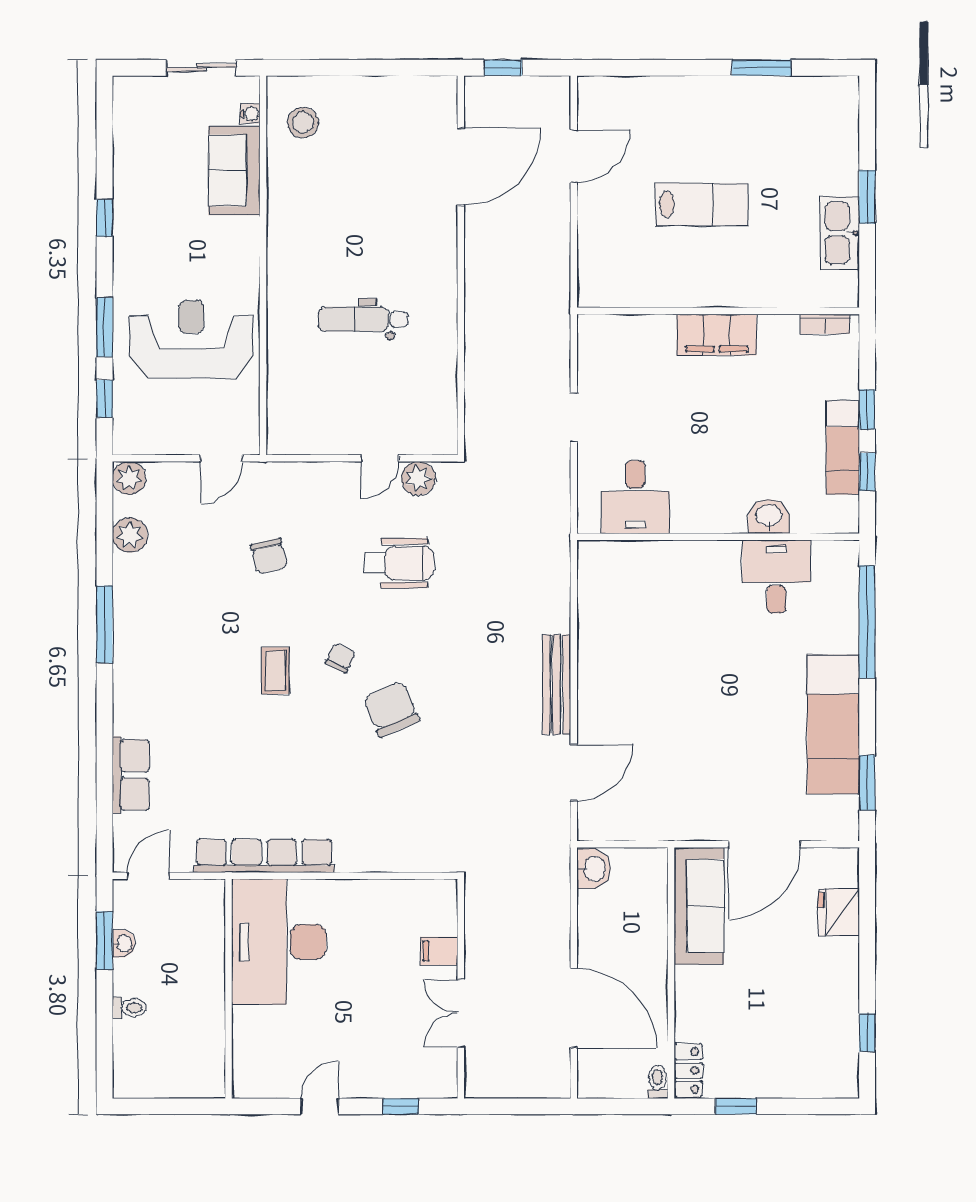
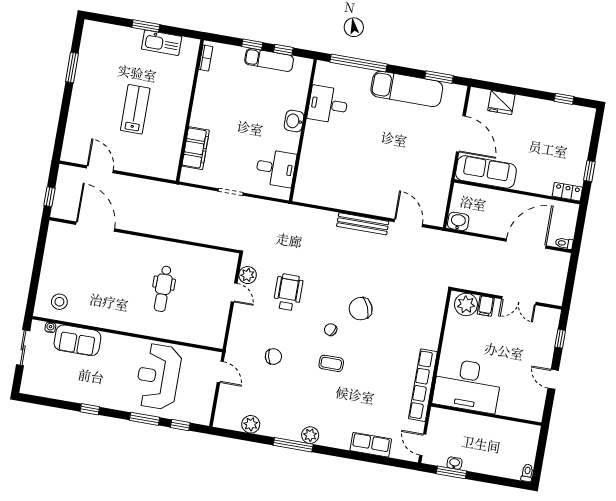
filing cabinet: (717, 335) -> (196, 148), moved
plant: (129, 478) -> (310, 435), moved
washbasin: (769, 516) -> (294, 121), moved
plant: (435, 912) -> (466, 304), added
toilet: (129, 1008) -> (527, 473), moved
toilet: (658, 1082) -> (564, 243), moved

